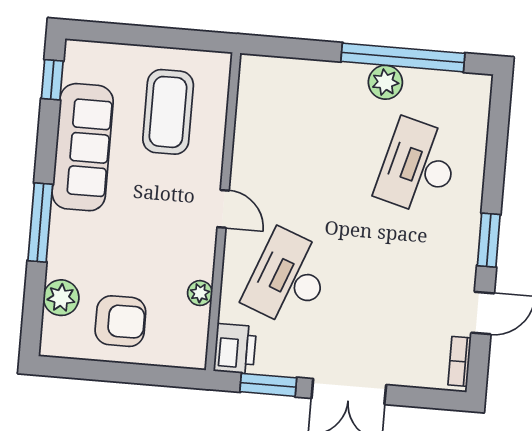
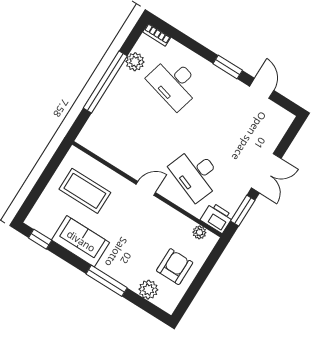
window: (403, 57) -> (105, 82), moved
plant: (385, 82) -> (135, 62), moved
sofa: (83, 147) -> (81, 241), width x0.73
plant: (200, 293) -> (199, 232), moved
bookcase: (460, 361) -> (157, 35), moved

